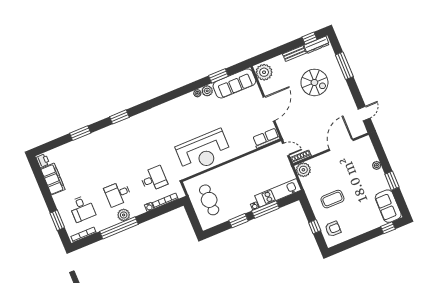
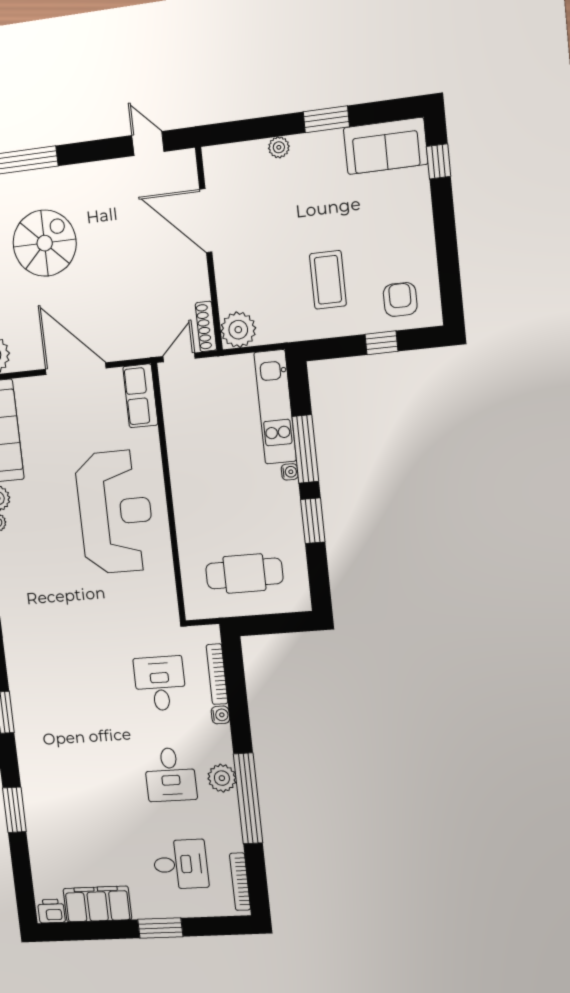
reception desk: (203, 151) -> (115, 512), moved
window: (57, 220) -> (160, 928), moved

